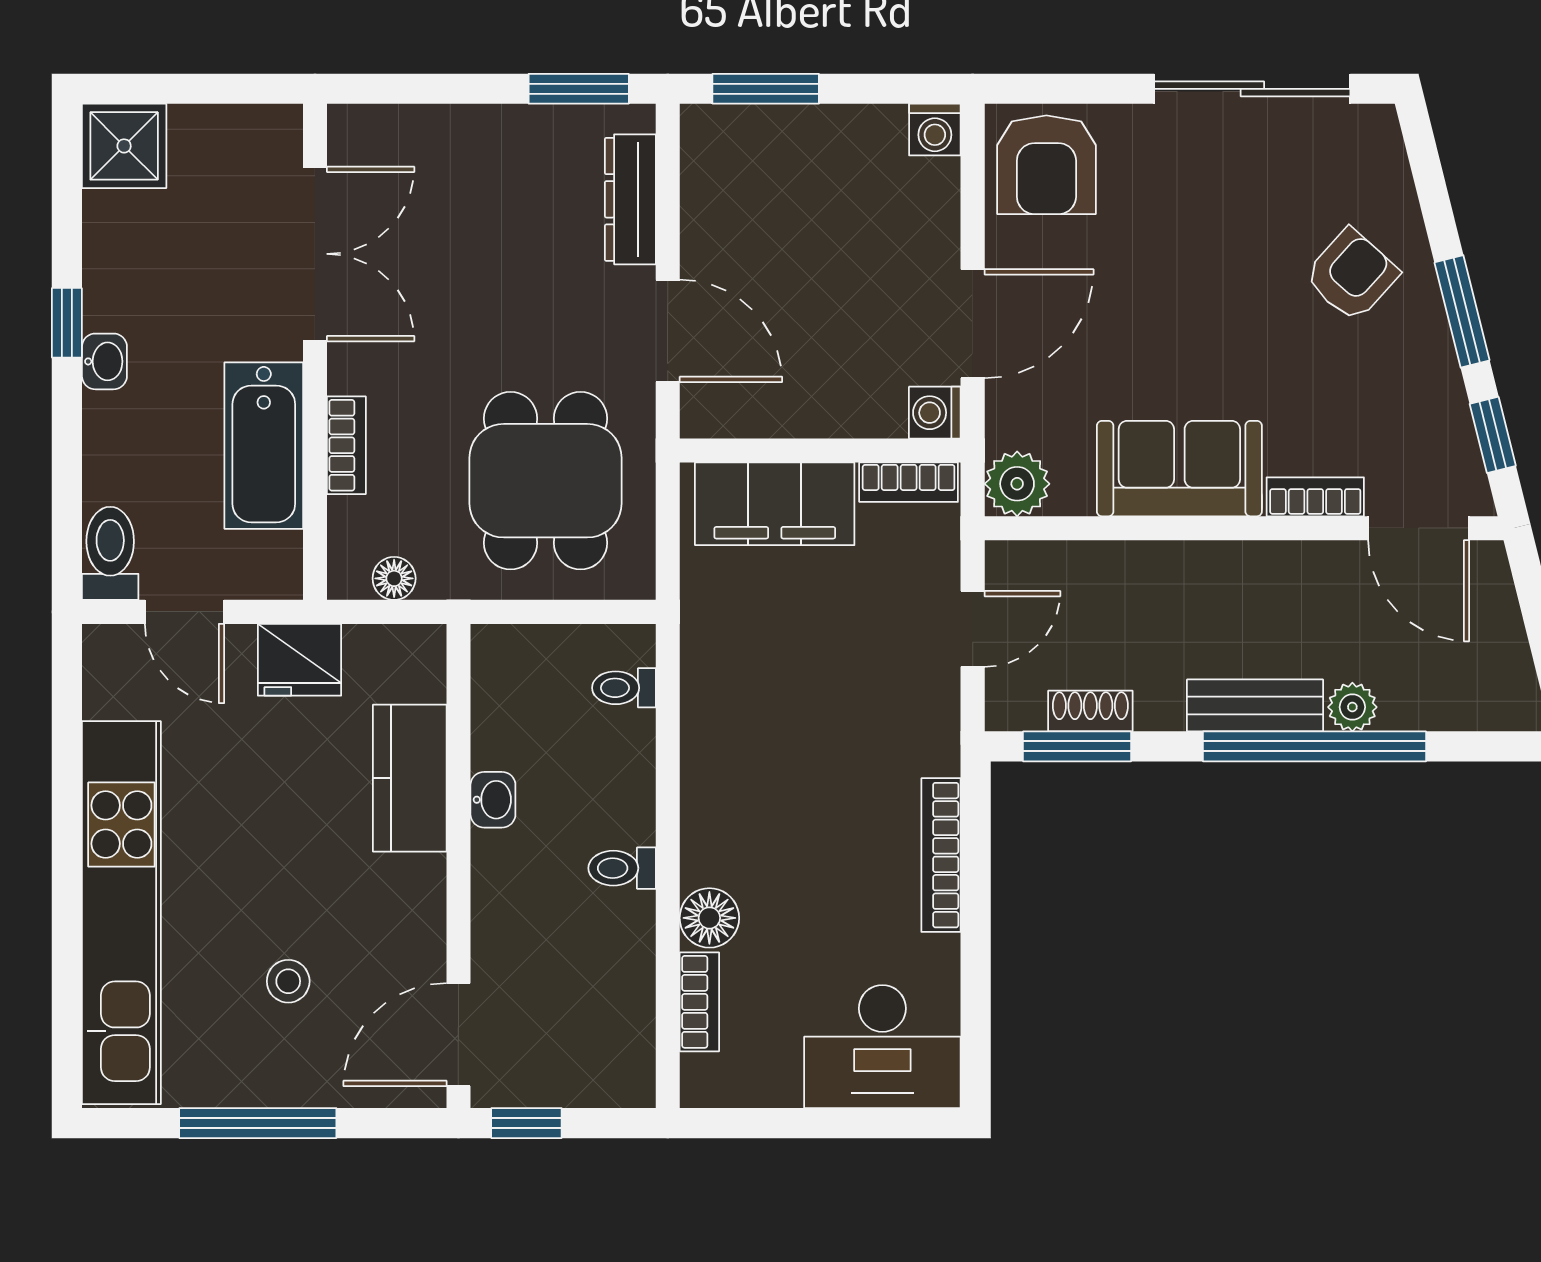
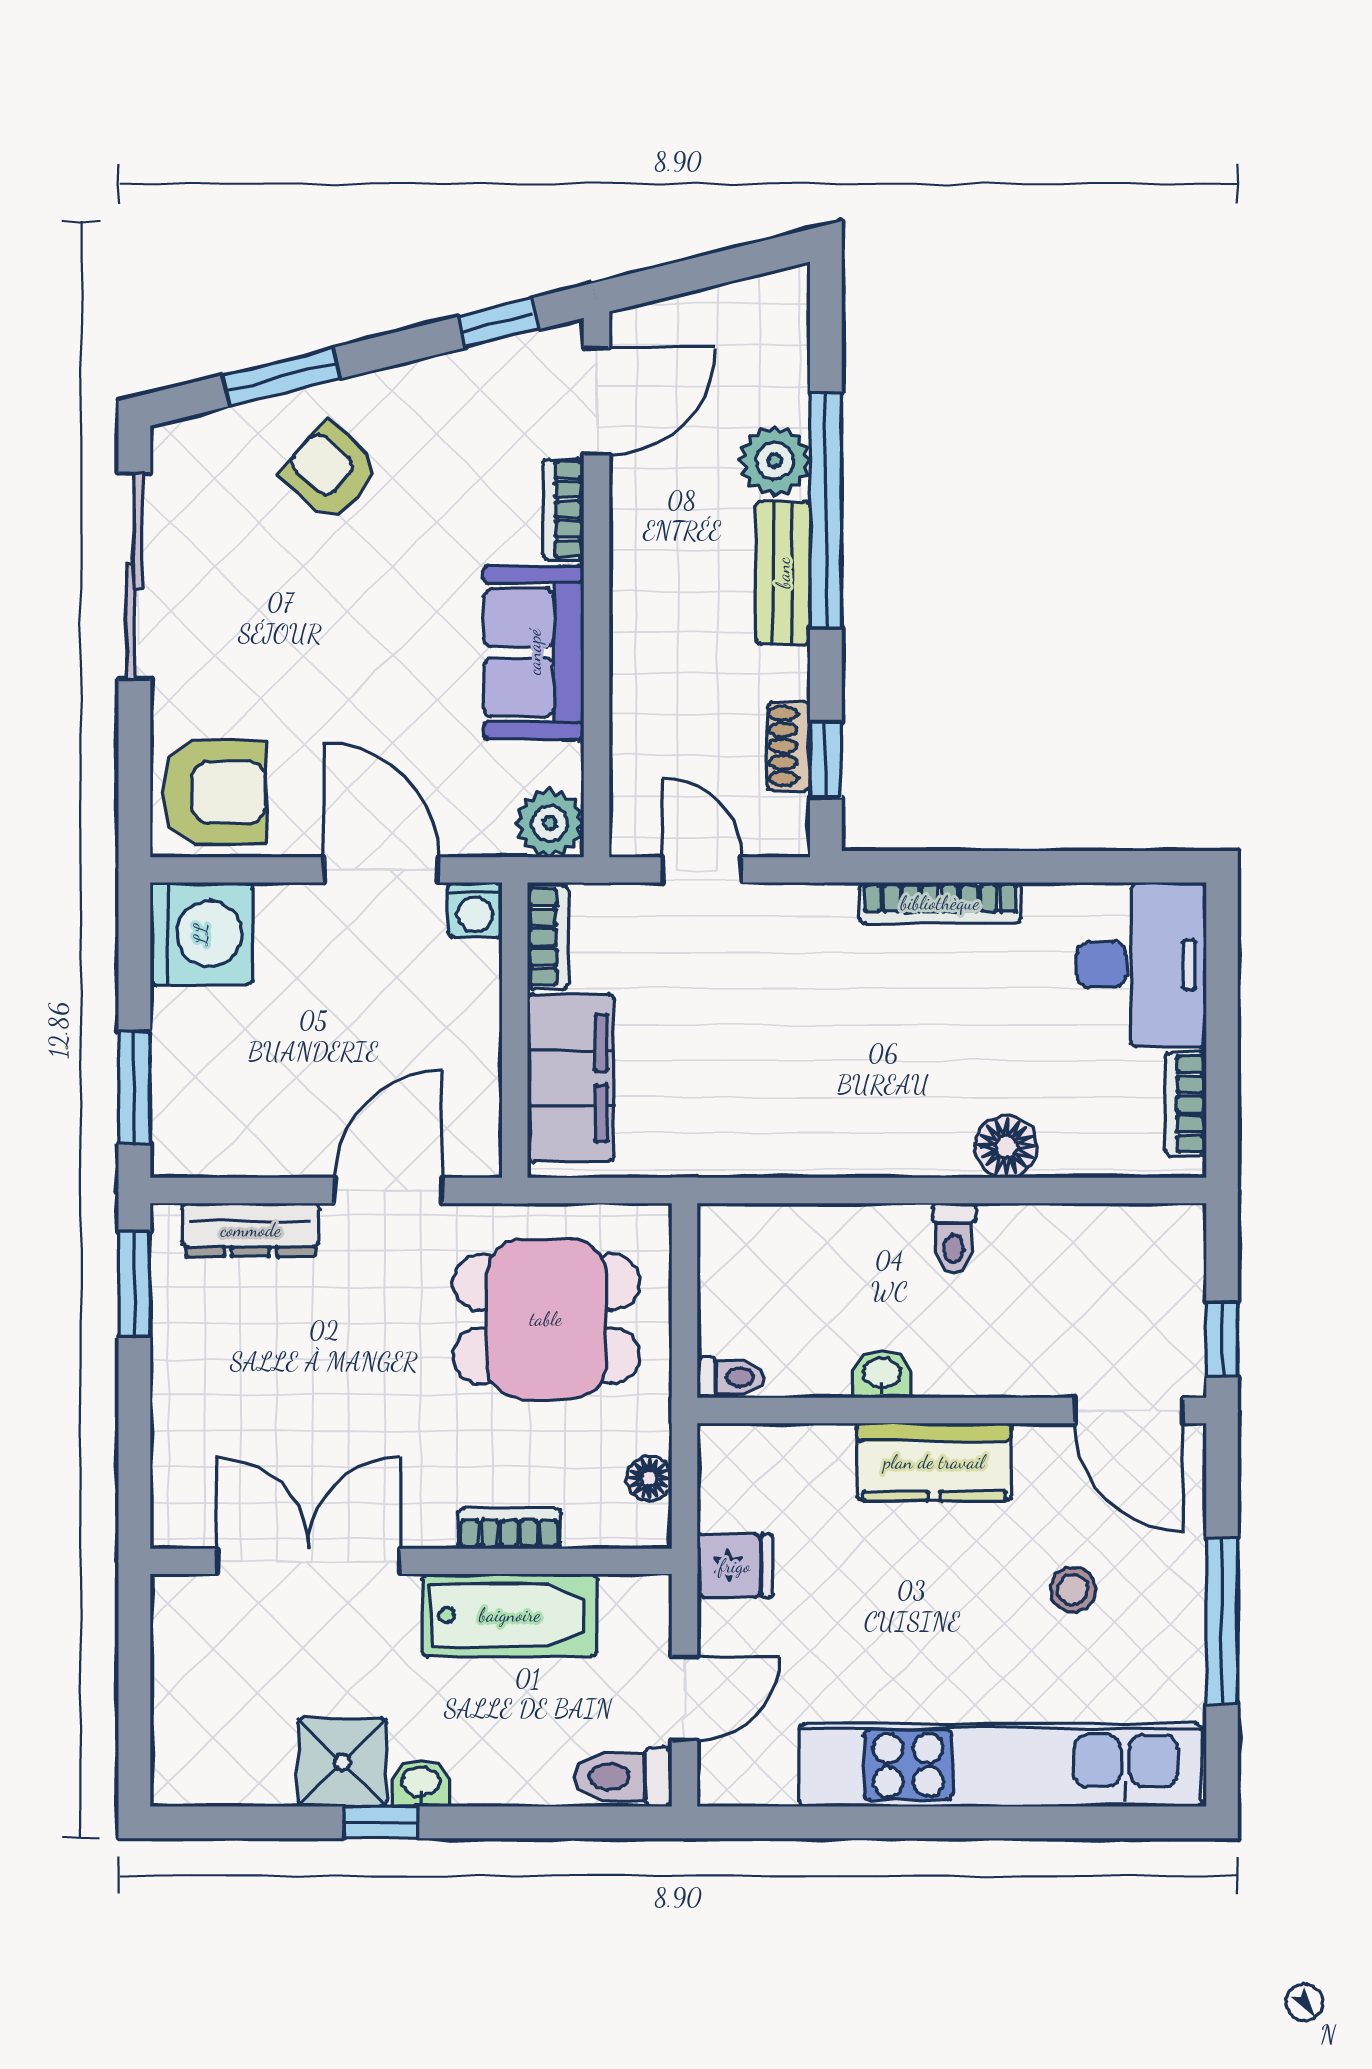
washing machine: (935, 130) -> (201, 934), width x1.89, depth x1.89
shower: (124, 146) -> (342, 1762), moved
window: (1462, 311) -> (281, 377), moved
fridge: (300, 660) -> (735, 1566), width x0.72
toilet: (624, 688) -> (731, 1377), moved, turned -90
plant: (1352, 707) -> (775, 461), width x1.38, depth x1.38
window: (1077, 746) -> (826, 760), width x0.67
kitchen counter: (410, 778) -> (934, 1462), moved
bookcase: (699, 1002) -> (1185, 1104), moved, turned -90

